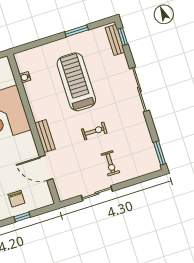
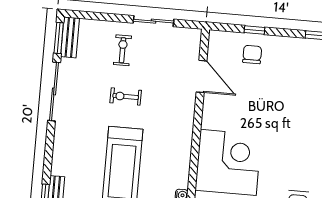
sliding door: (139, 89) -> (54, 91), moved
bench: (45, 136) -> (70, 37), moved

